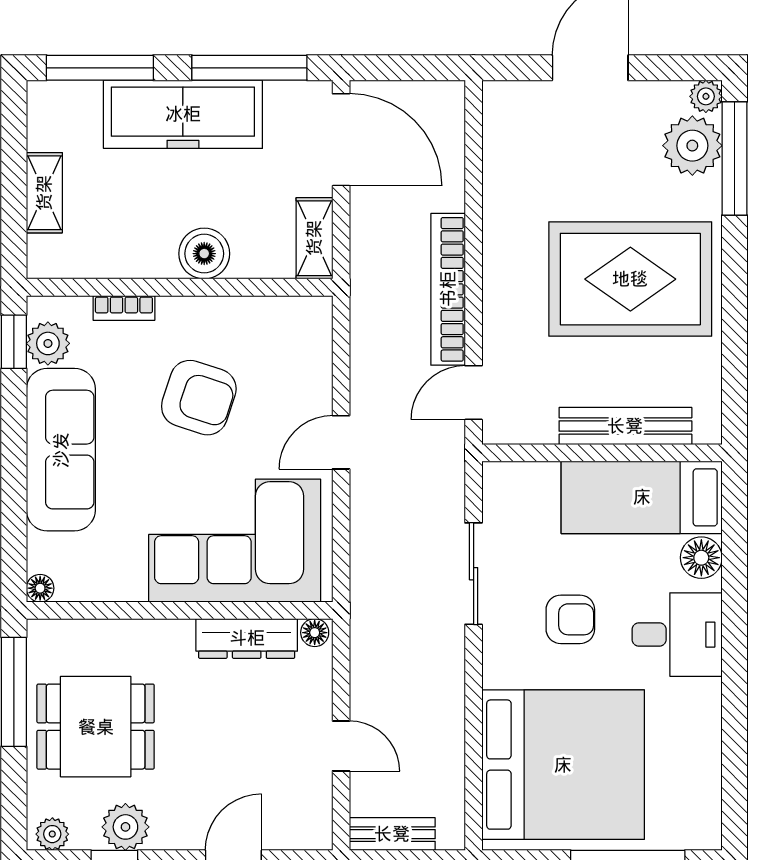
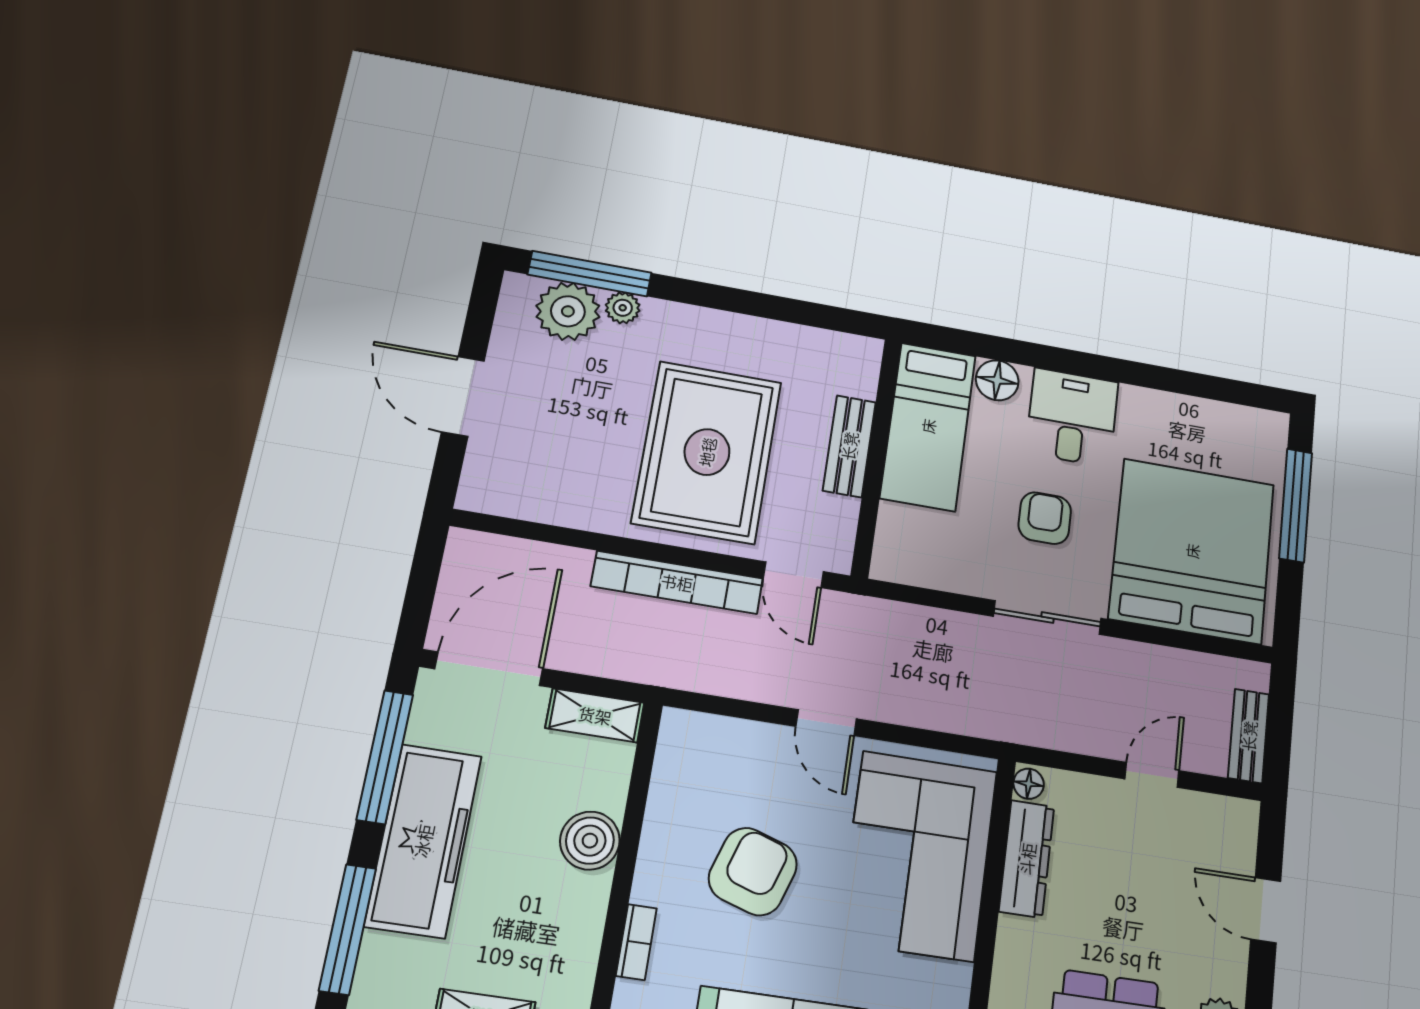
plant: (706, 96) -> (623, 308), moved
rug: (630, 279) -> (707, 452), moved
bench: (625, 426) -> (849, 446), width x0.73
sliding door: (474, 574) -> (1048, 617), moved

